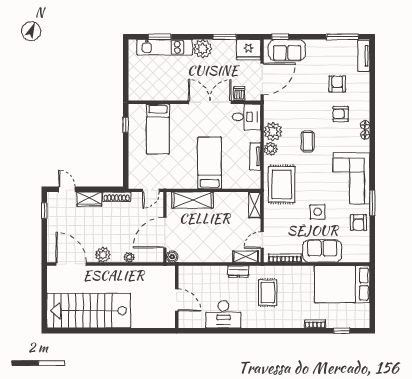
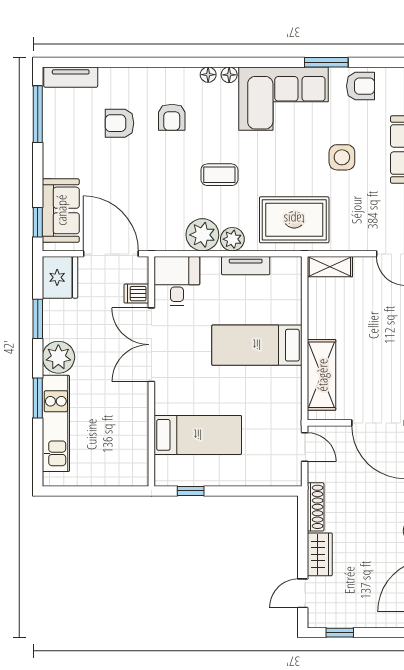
window: (160, 37) -> (38, 398), moved
floor lamp: (365, 125) -> (229, 75), moved

